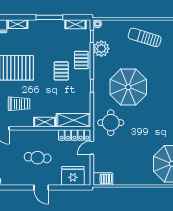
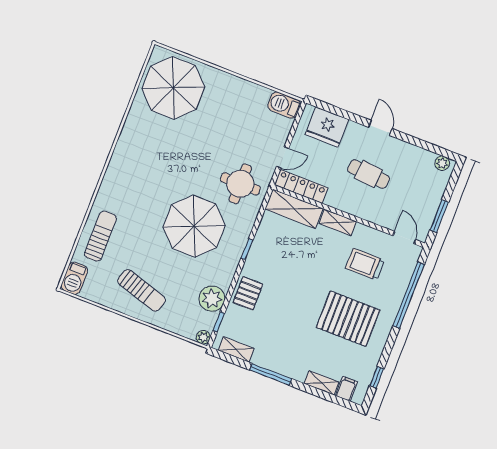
pallet: (61, 71) -> (284, 289), removed

